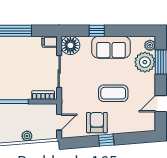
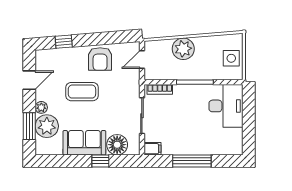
floor lamp: (70, 45) -> (117, 145), moved
plant: (150, 45) -> (41, 107), moved
plant: (27, 136) -> (183, 49), width x1.87, depth x1.87
window: (106, 140) -> (64, 42), moved

